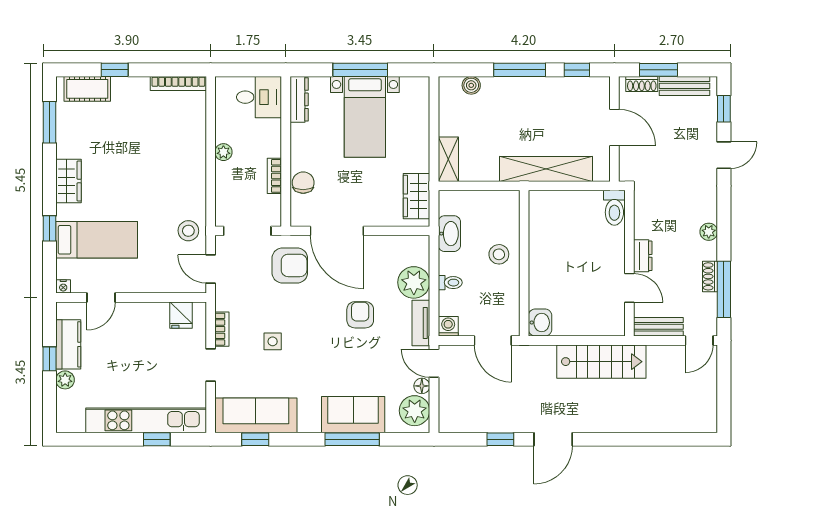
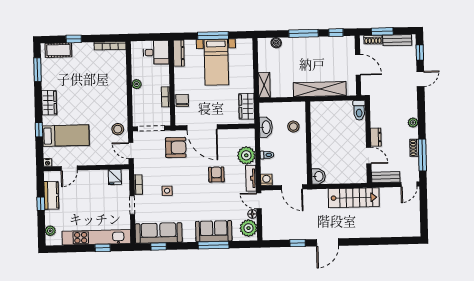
stool: (499, 254) -> (293, 127), moved
plant: (65, 380) -> (50, 231), moved

